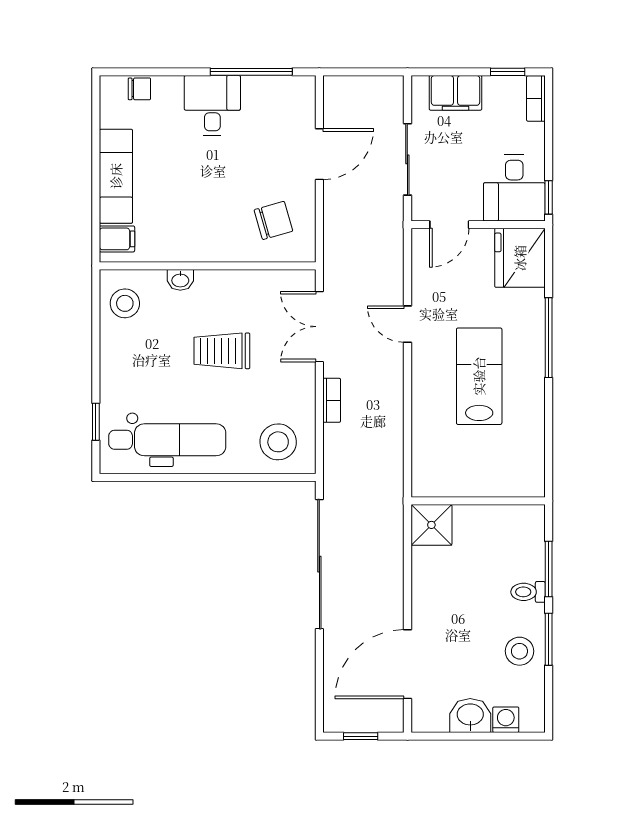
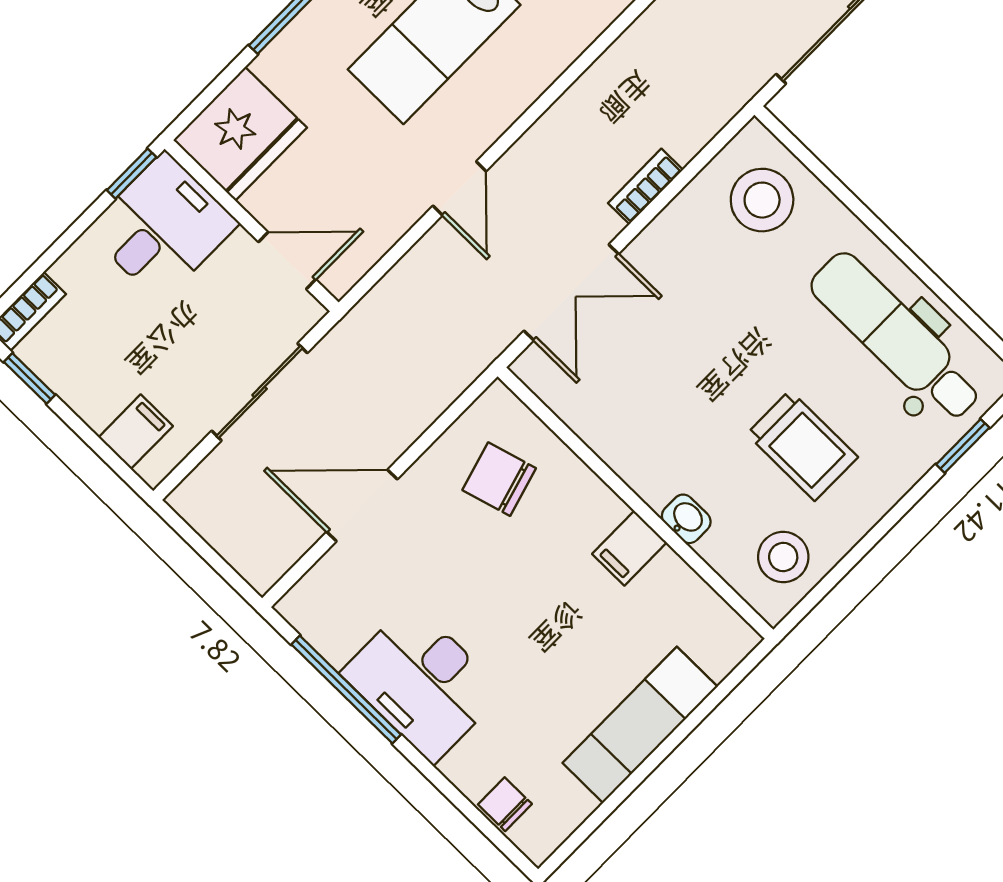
filing cabinet: (455, 93) -> (136, 432), width x0.50
desk: (212, 105) -> (422, 683), width x1.37
filing cabinet: (117, 239) -> (629, 548), moved, turned -90
trolley: (222, 351) -> (802, 445), moved

